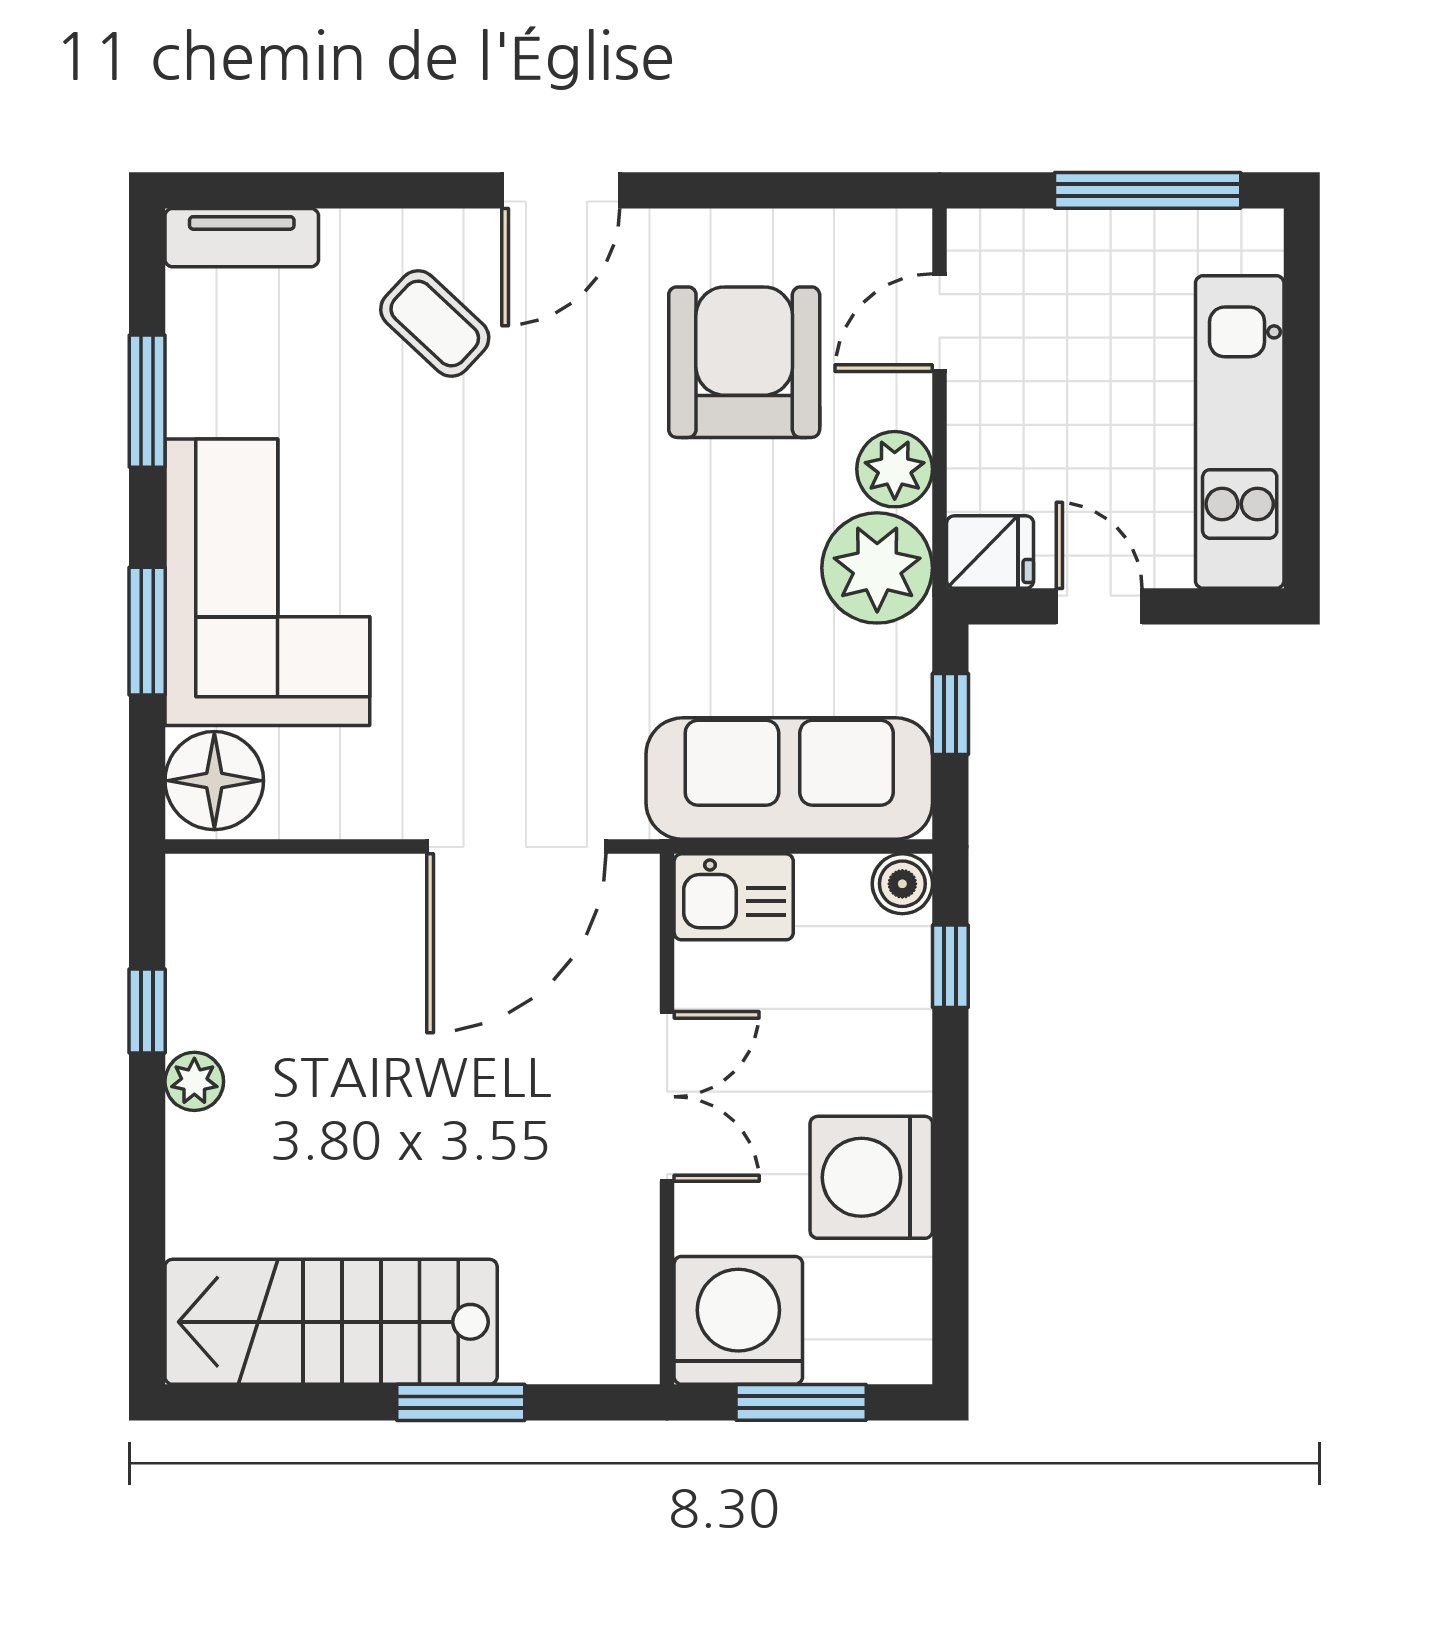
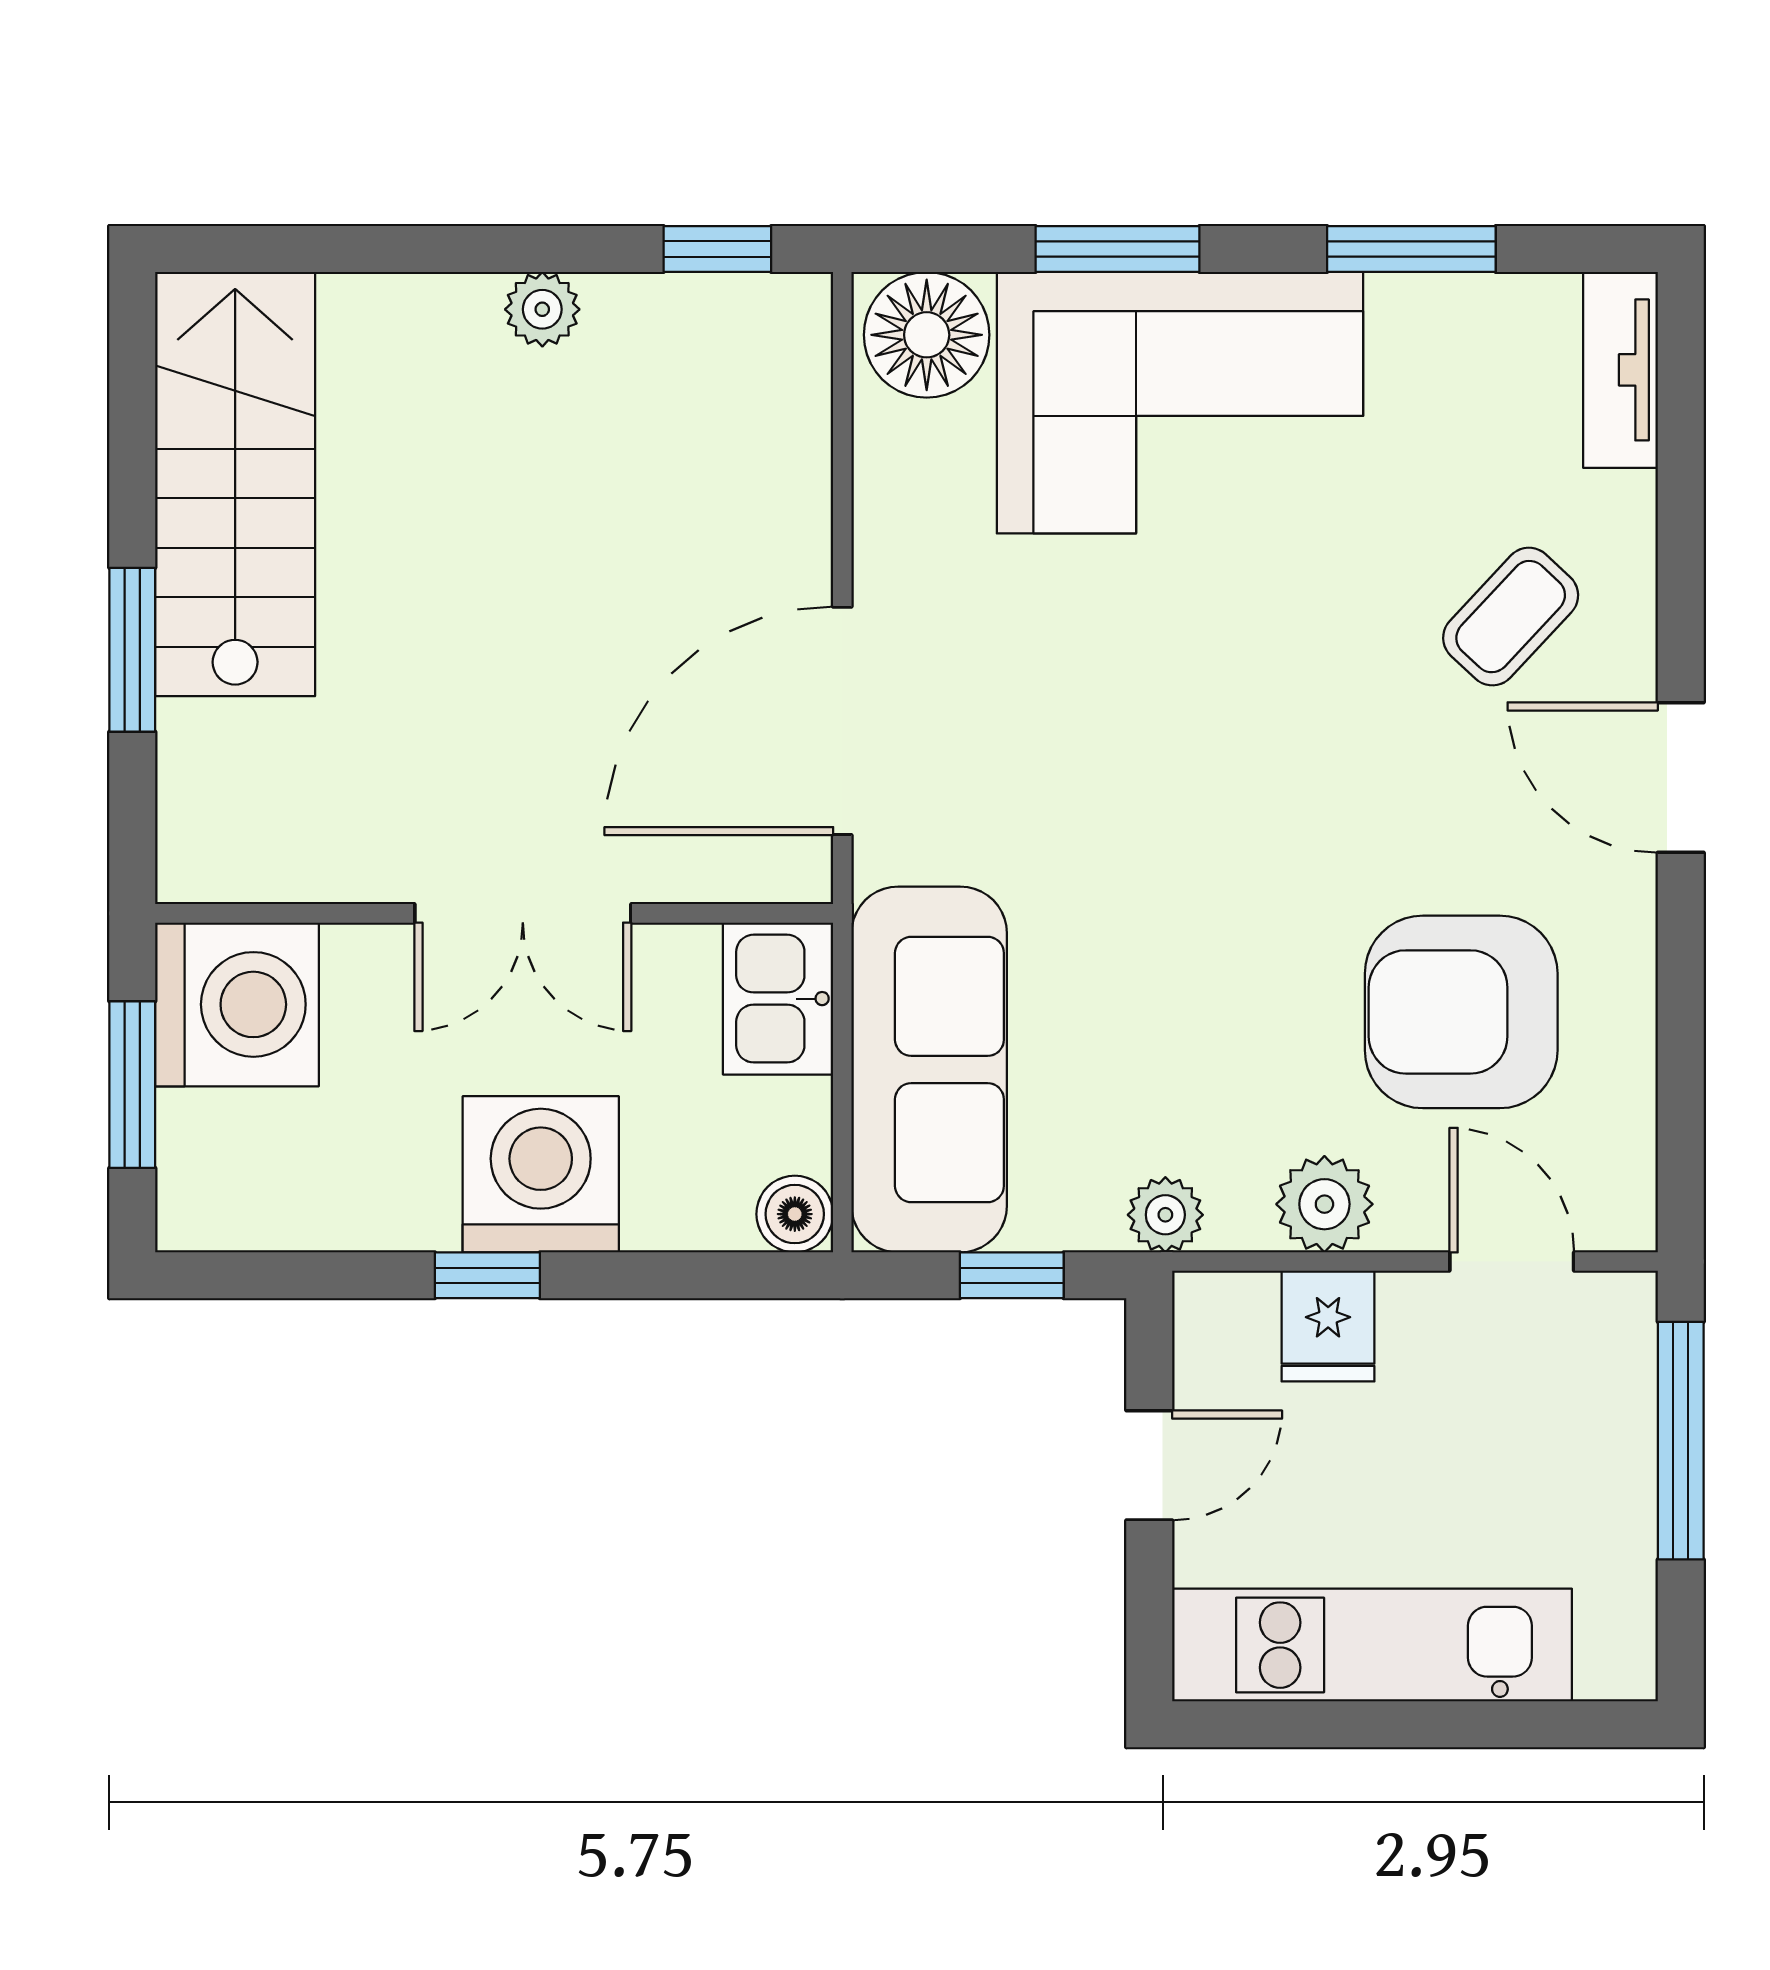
window: (1148, 190) -> (1681, 1441), moved
armchair: (744, 362) -> (1461, 1012), turned 180
fridge: (990, 552) -> (1328, 1326), moved
plant: (877, 568) -> (1165, 1215), width x0.53, depth x0.53
door: (516, 847) -> (842, 721), hinge flipped
window: (950, 966) -> (487, 1275), moved
window: (147, 1011) -> (717, 249), moved
washing machine: (871, 1177) -> (541, 1174), moved

